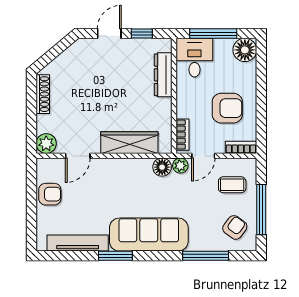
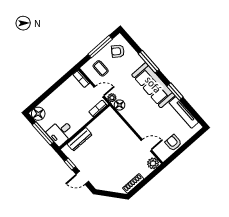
armchair: (227, 108) -> (70, 99), removed
wardrobe: (129, 143) -> (121, 128), removed
window: (206, 256) -> (149, 62), moved

